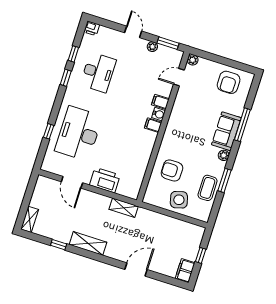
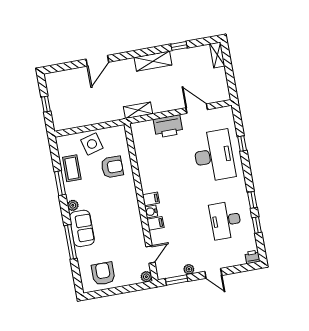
filing cabinet: (185, 271) -> (53, 83), removed

